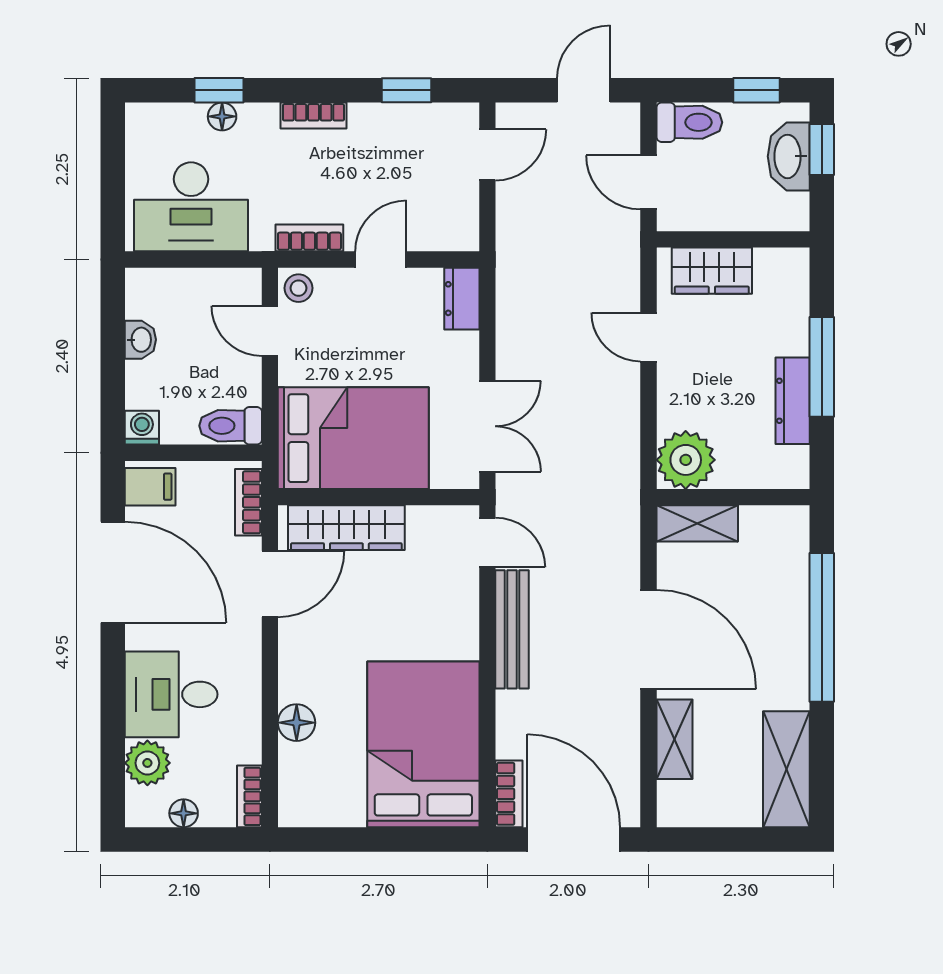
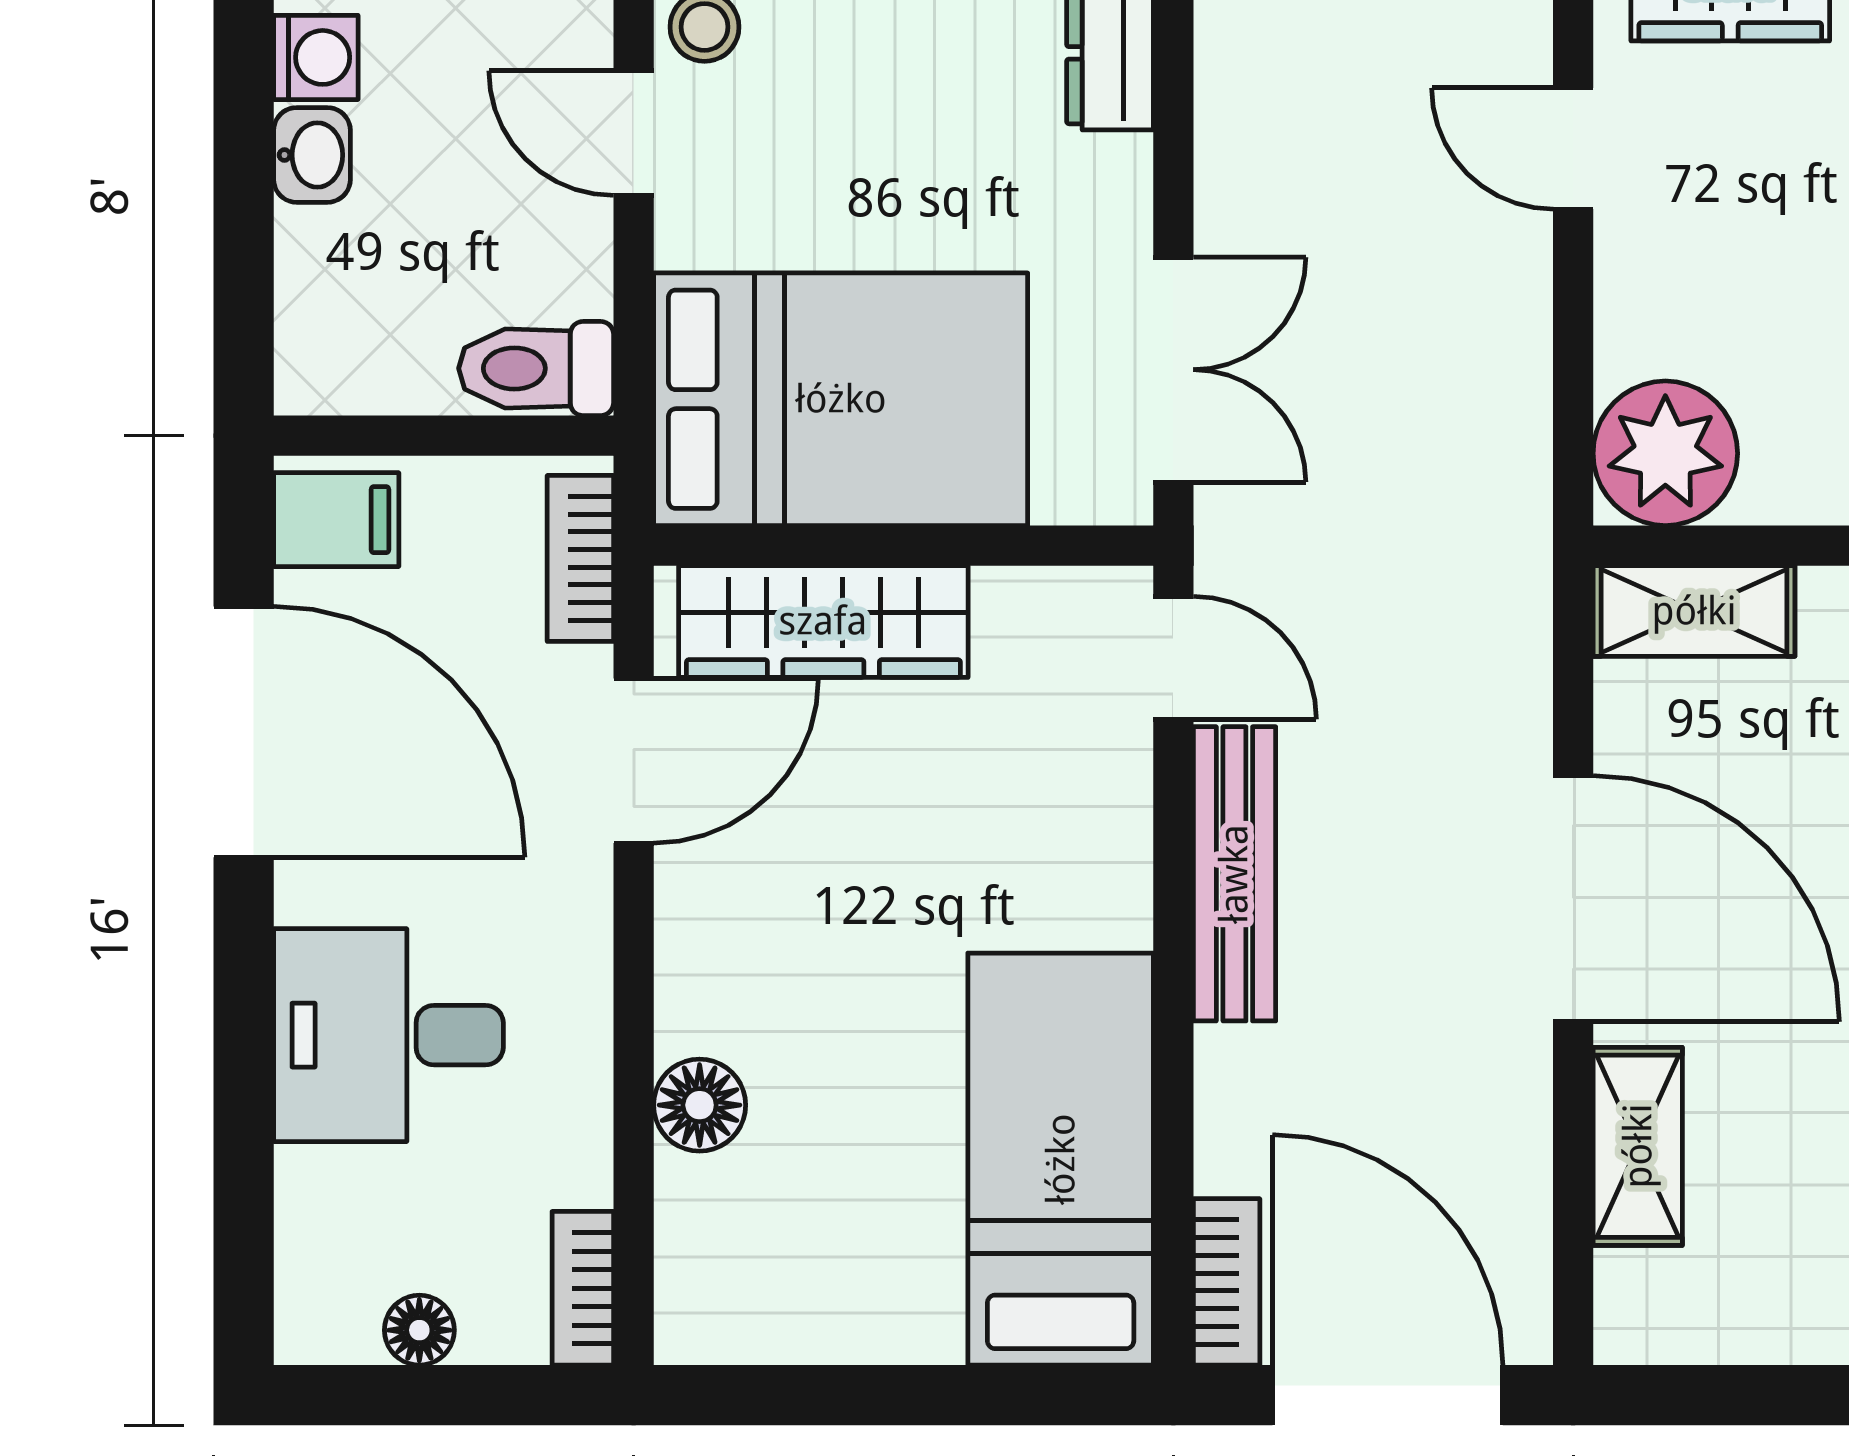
washing machine: (142, 428) -> (316, 57), moved, turned 90
bed: (423, 744) -> (1061, 1159), width x0.67
plant: (147, 763) -> (329, 1205), removed

